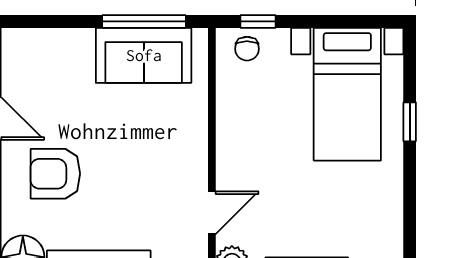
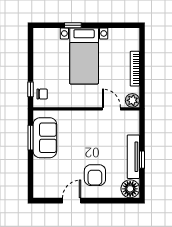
window: (144, 21) -> (31, 138), width x0.69
bed with nightstands: (347, 94) -> (84, 56), moved, turned 90

